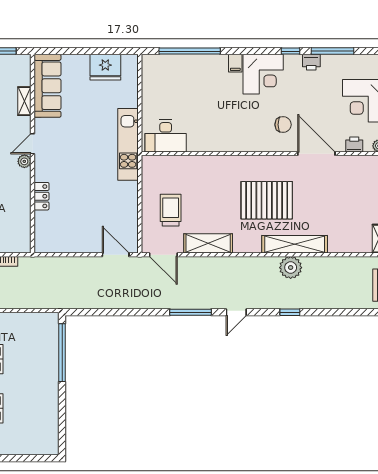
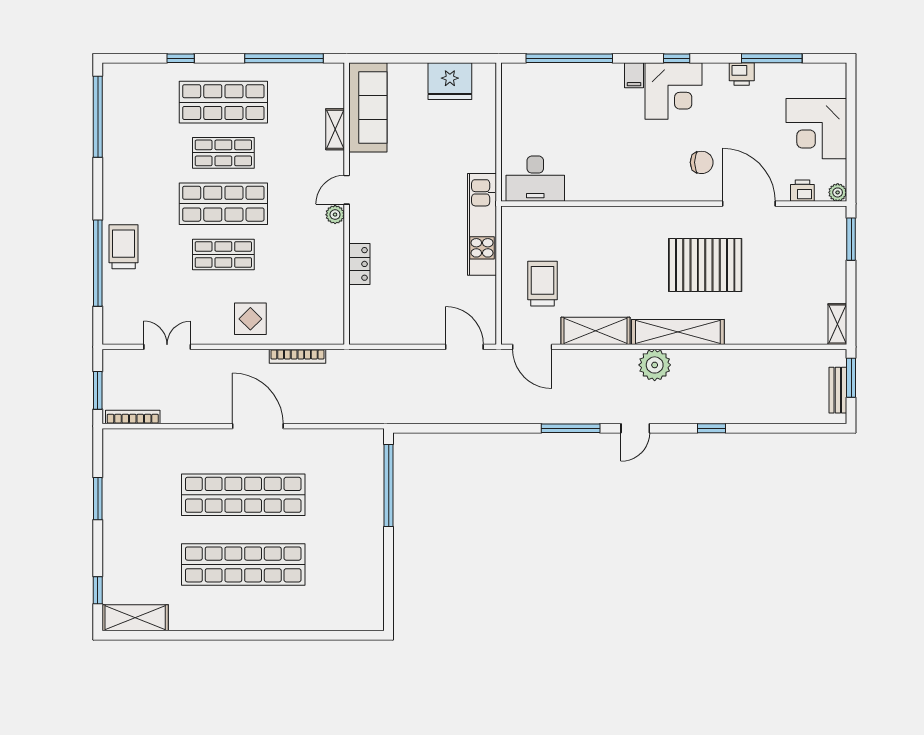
window: (291, 51) -> (677, 58), moved
kitchen unit: (128, 144) -> (482, 224), moved
pallet: (267, 200) -> (705, 265), moved
shelving: (295, 244) -> (678, 332), moved
plant: (291, 268) -> (655, 365), moved

